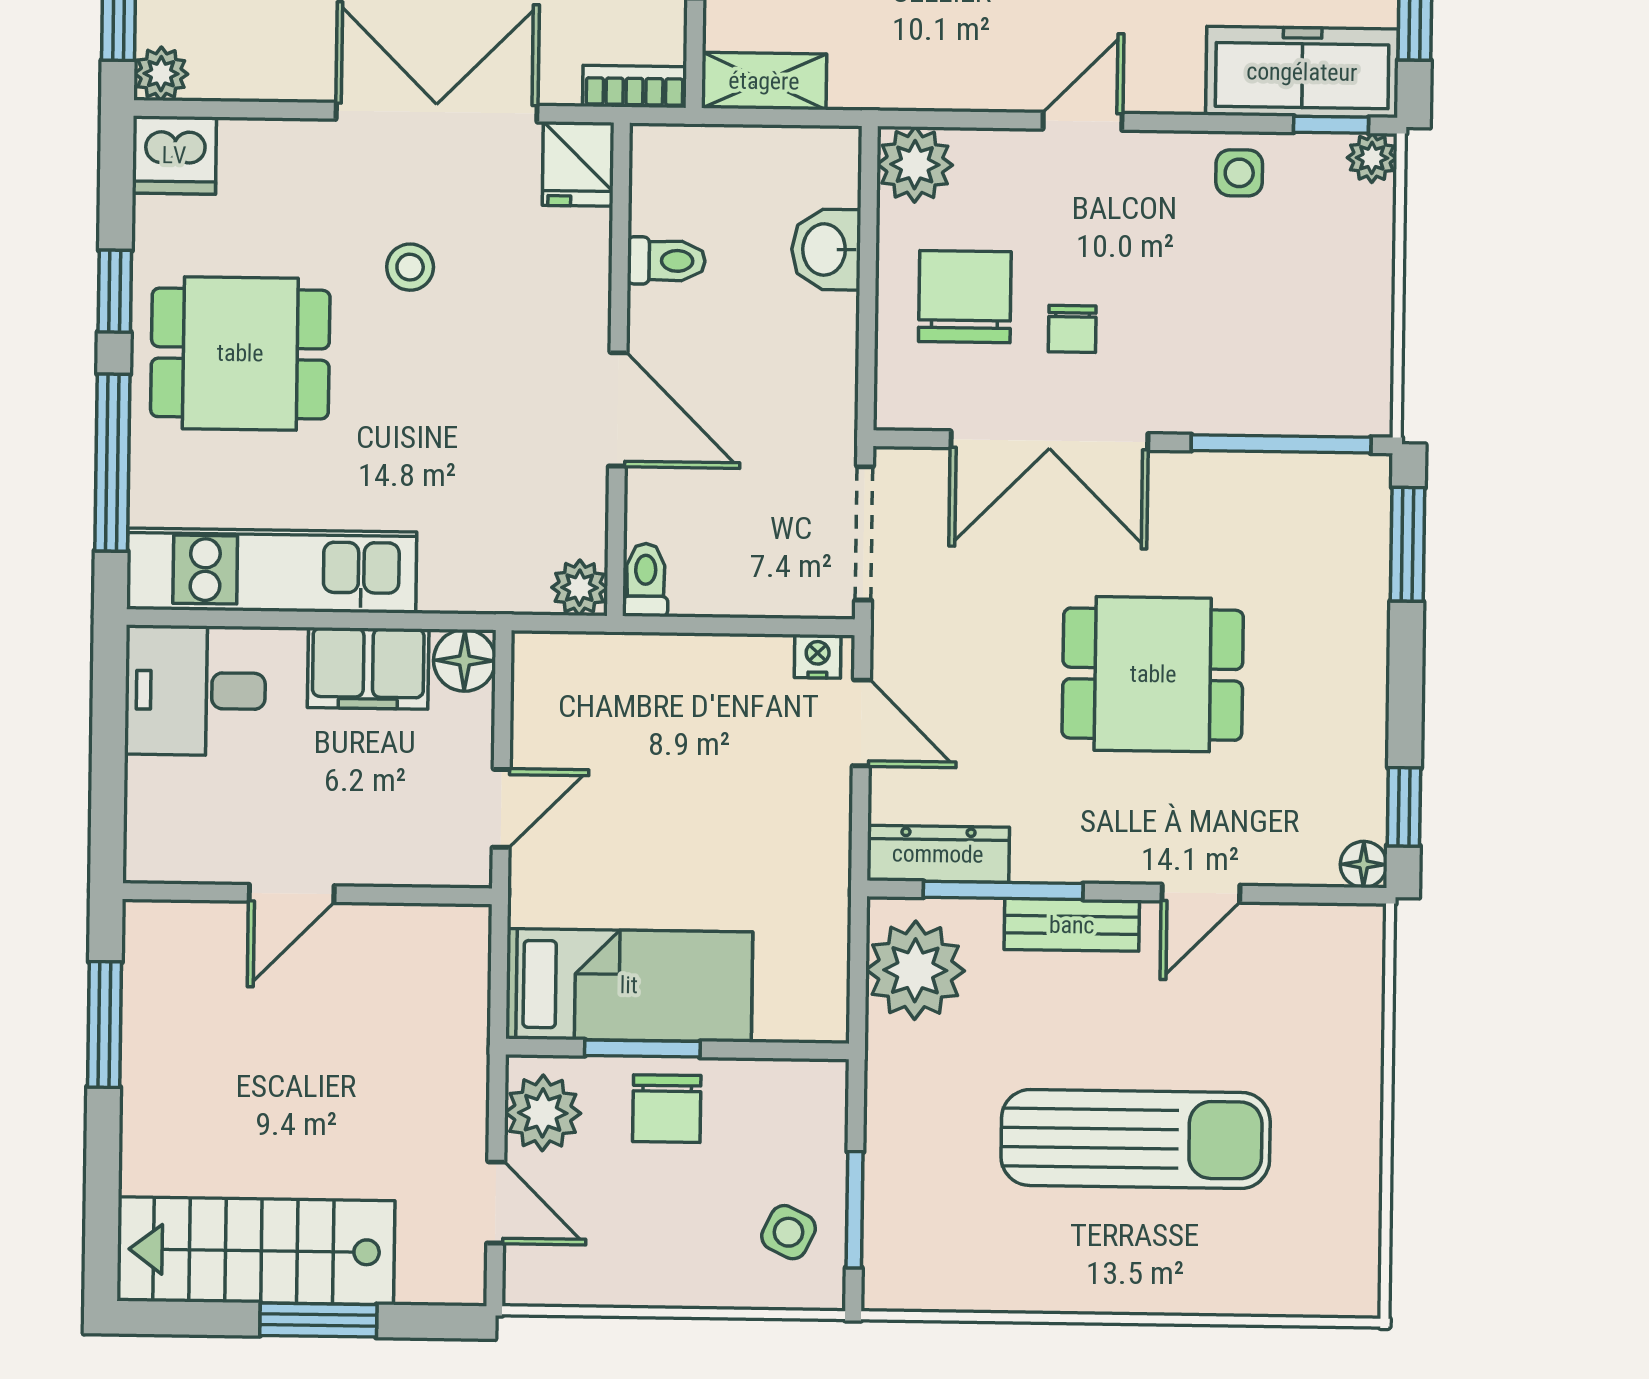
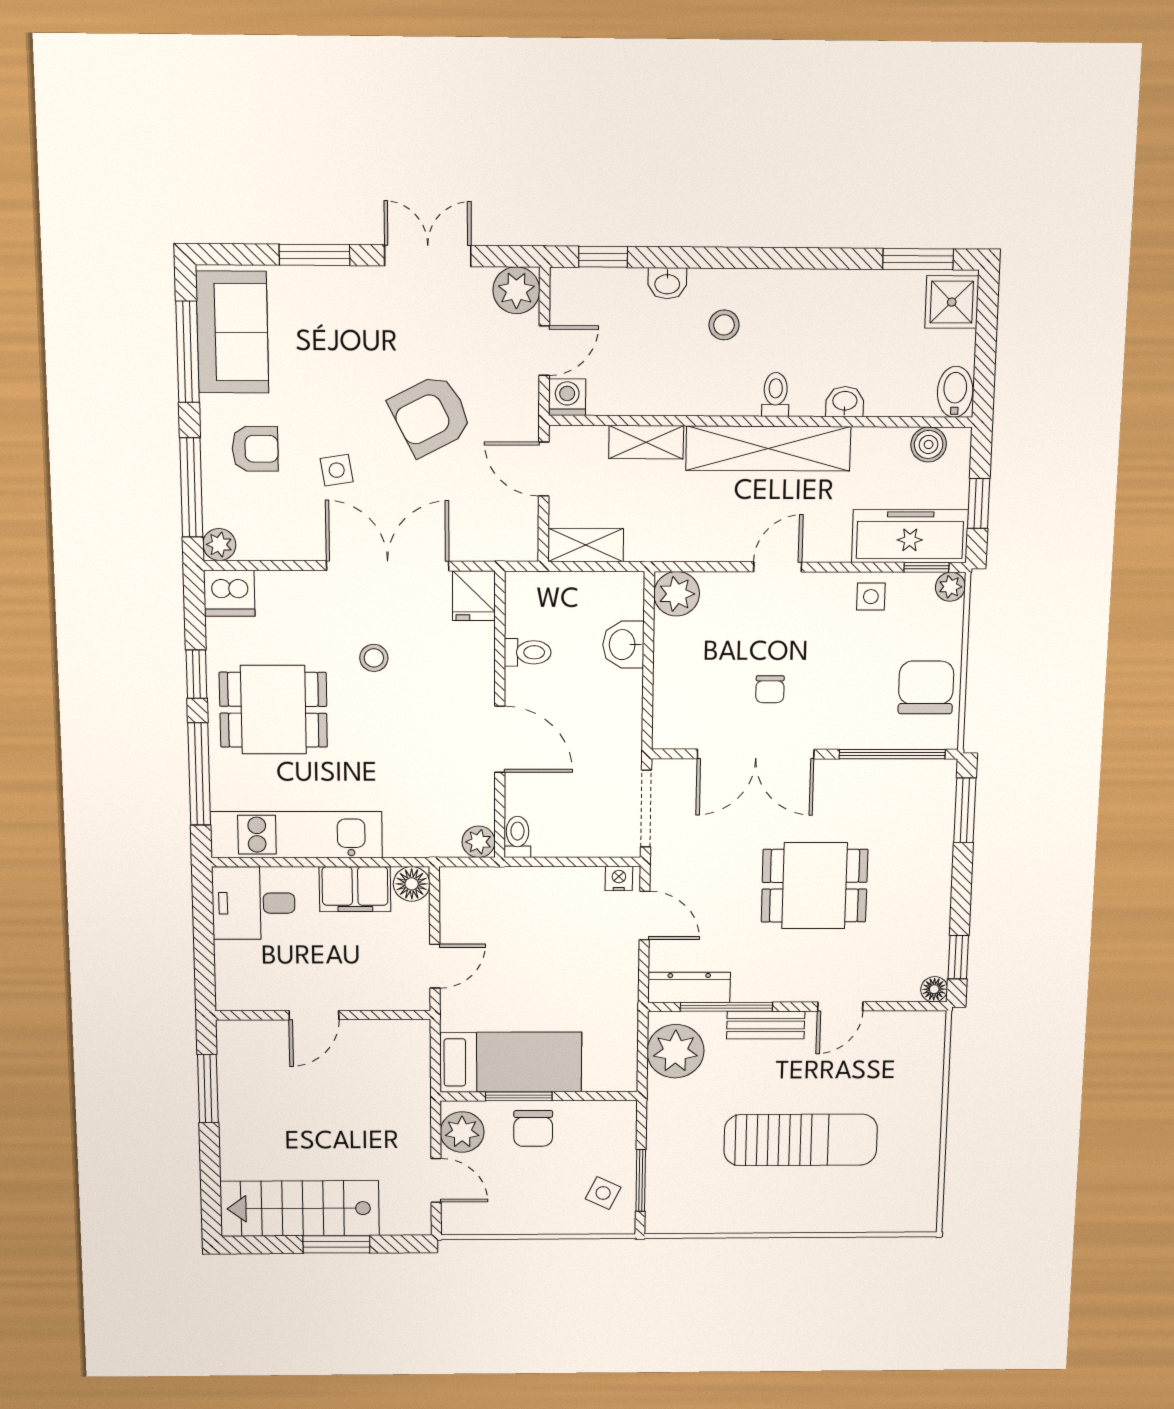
bookcase: (635, 87) -> (507, 549), removed
chair: (965, 297) -> (926, 687), moved

